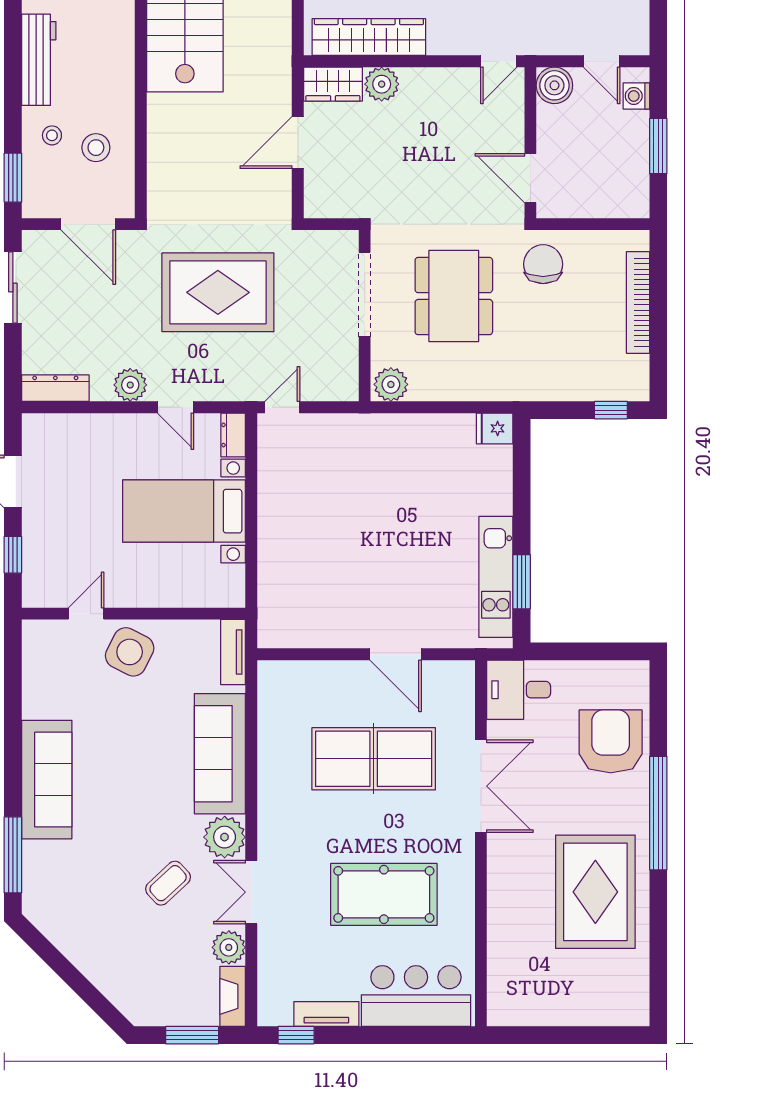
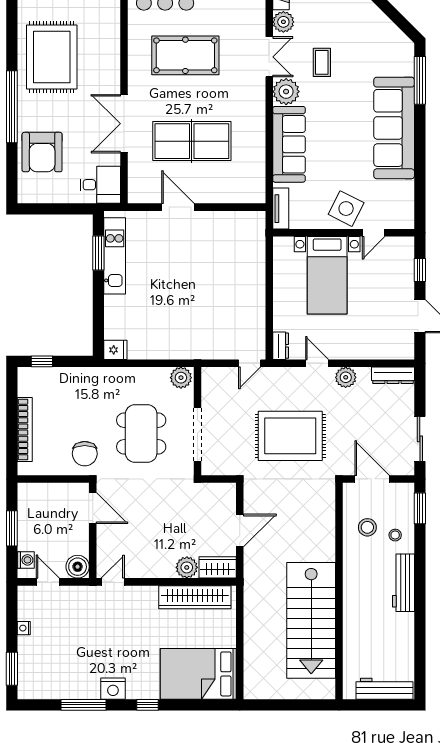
bed with nightstands: (184, 511) -> (327, 275), moved, turned 90
sofa: (47, 780) -> (394, 128), width x1.36, depth x1.27
coffee table: (168, 883) -> (322, 62), turned -47

